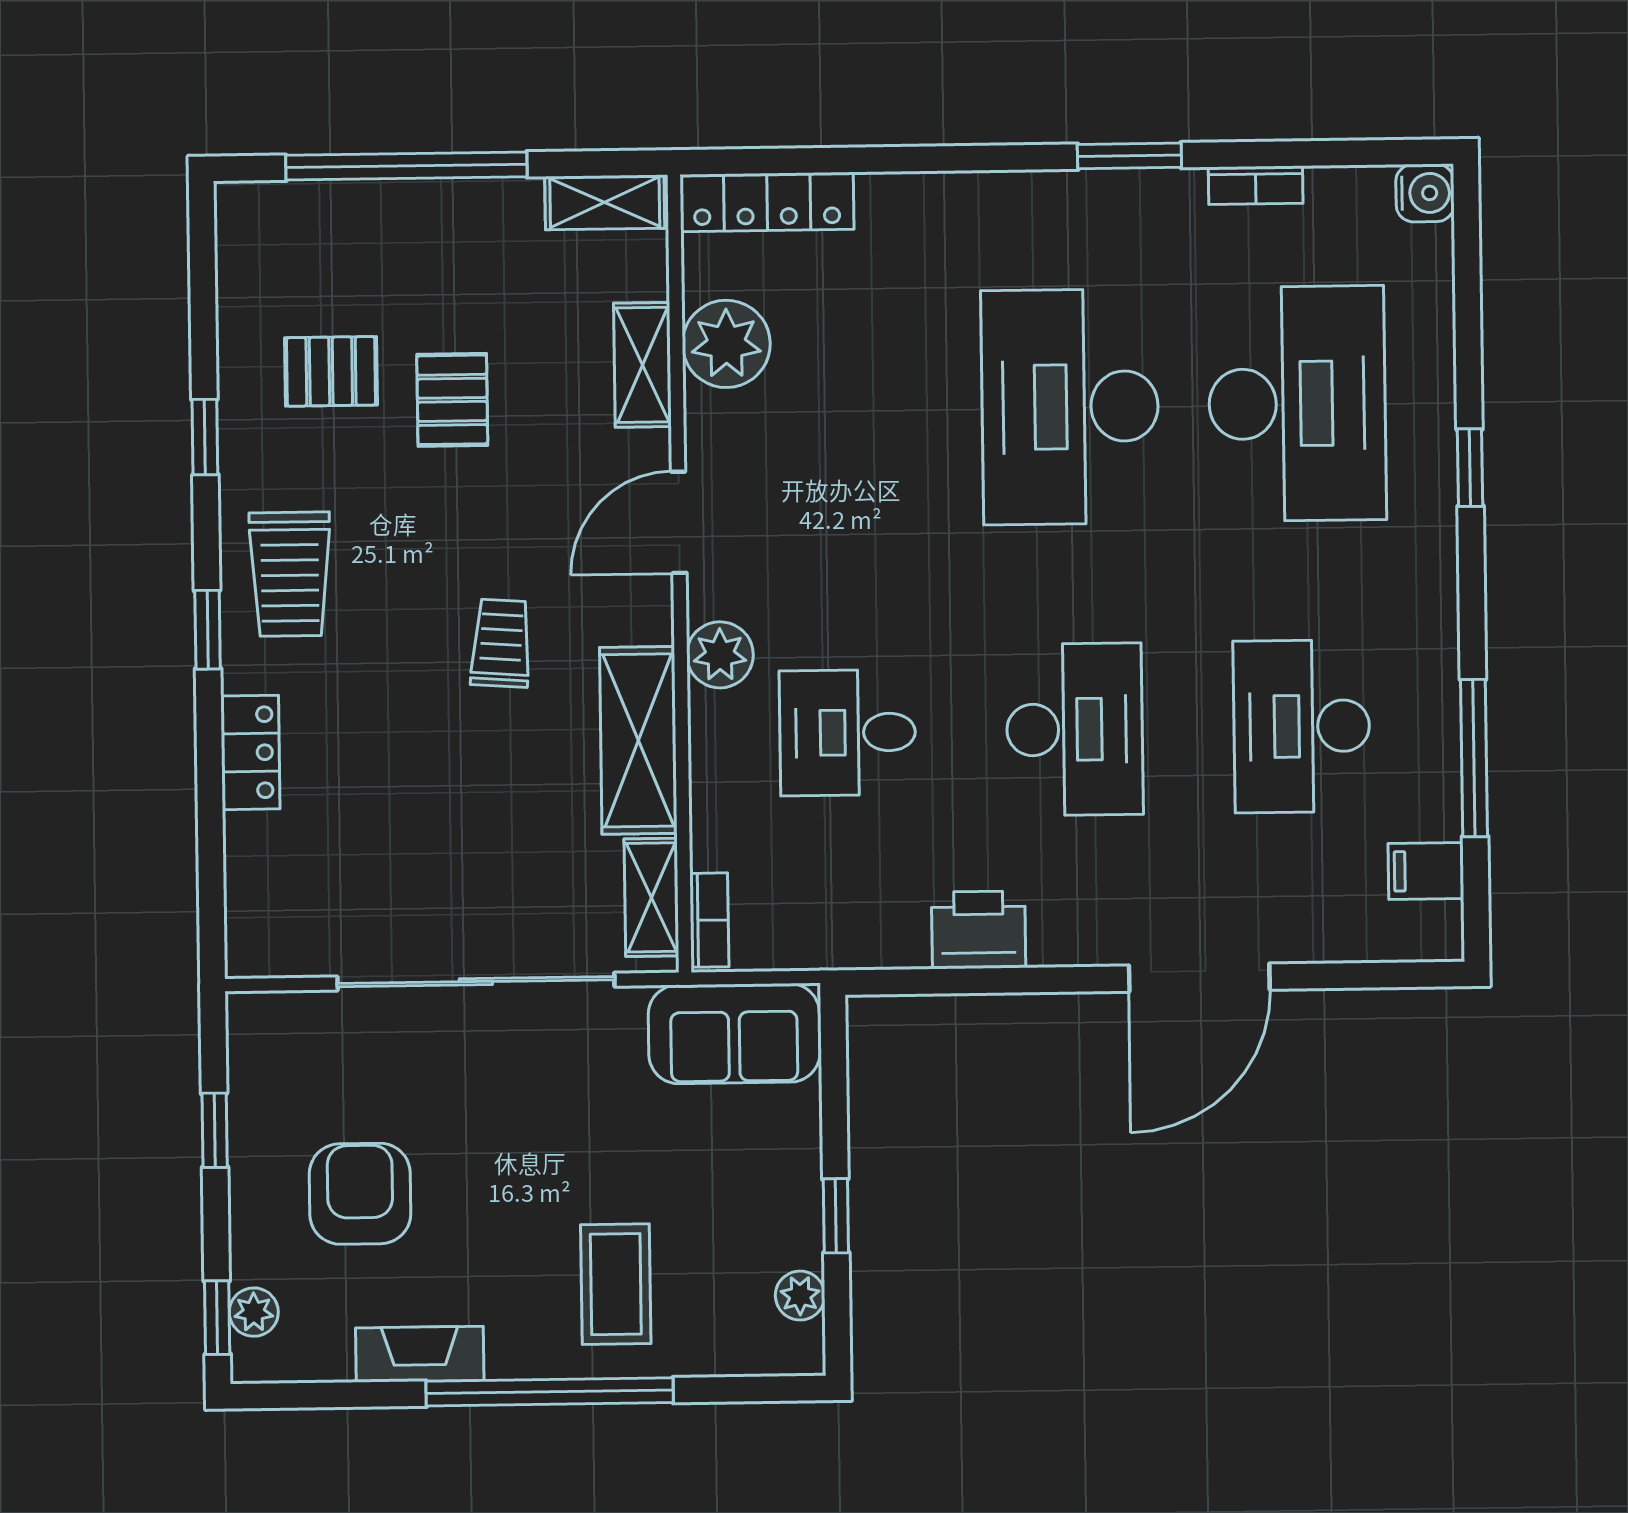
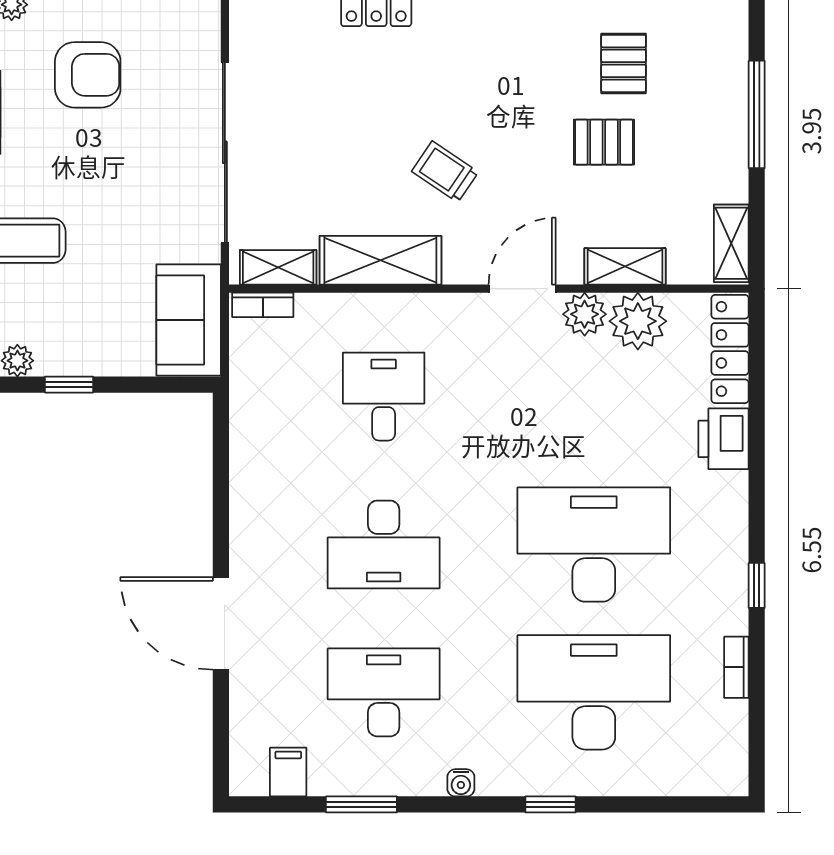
window: (1129, 156) -> (757, 585), width x0.67
window: (406, 166) -> (757, 114), width x0.68
water cooler: (1425, 193) -> (461, 783), moved, width x0.72, depth x0.72
desk: (1297, 404) -> (594, 692), turned 180
door: (679, 522) -> (522, 289), hinge flipped
trolley: (290, 574) -> (492, 35), removed
trolley: (501, 643) -> (445, 172), turned -150
plant: (720, 655) -> (585, 314), moved
window: (1474, 758) -> (361, 804), width x0.69
printer: (979, 930) -> (724, 439), moved, turned 180

